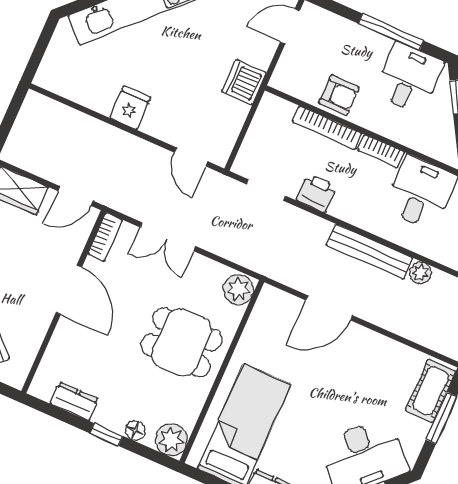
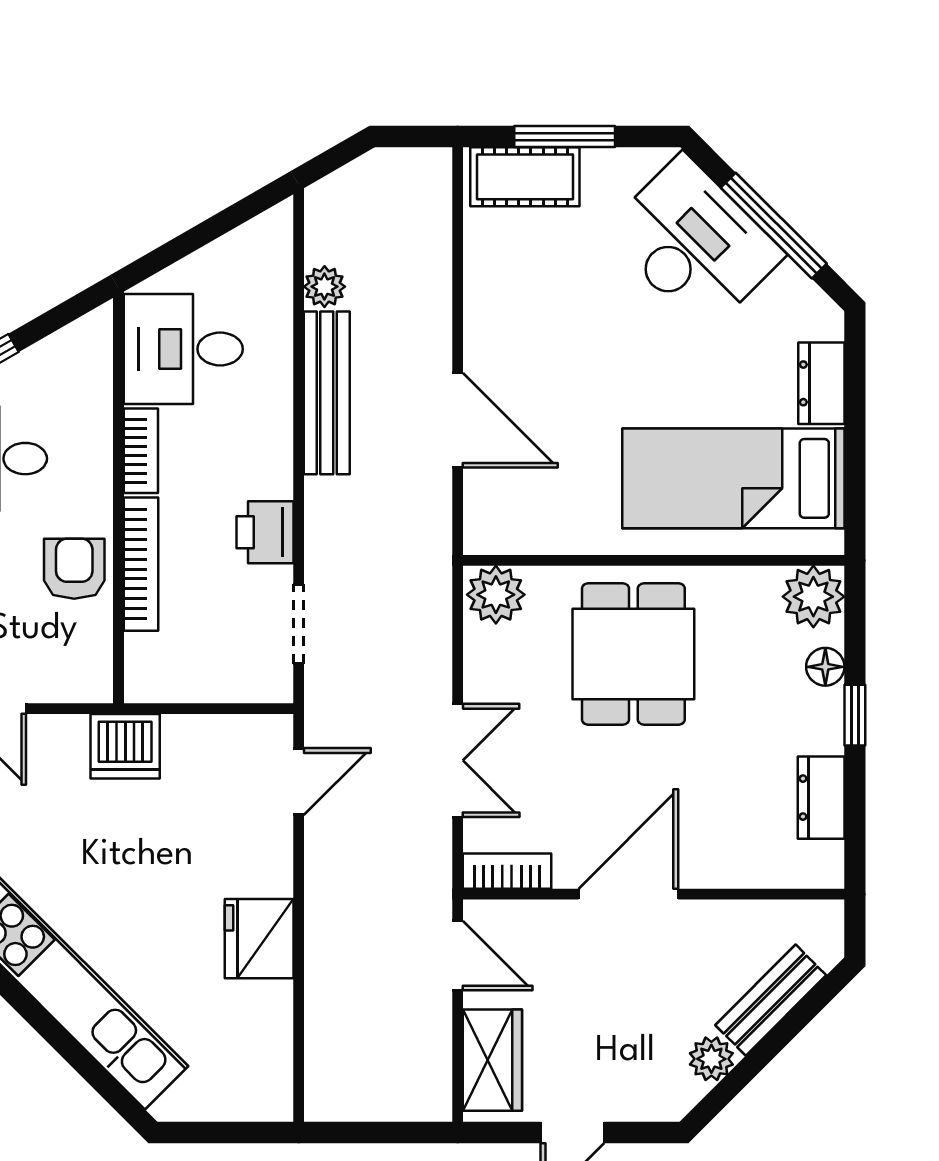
fridge: (130, 108) -> (259, 939), width x1.38

